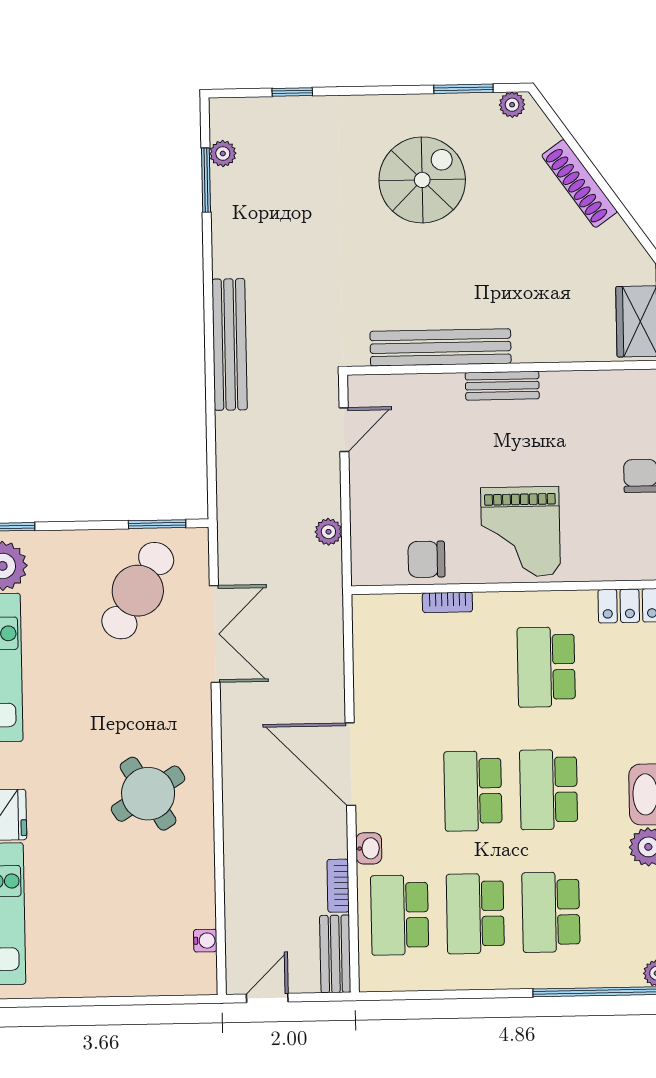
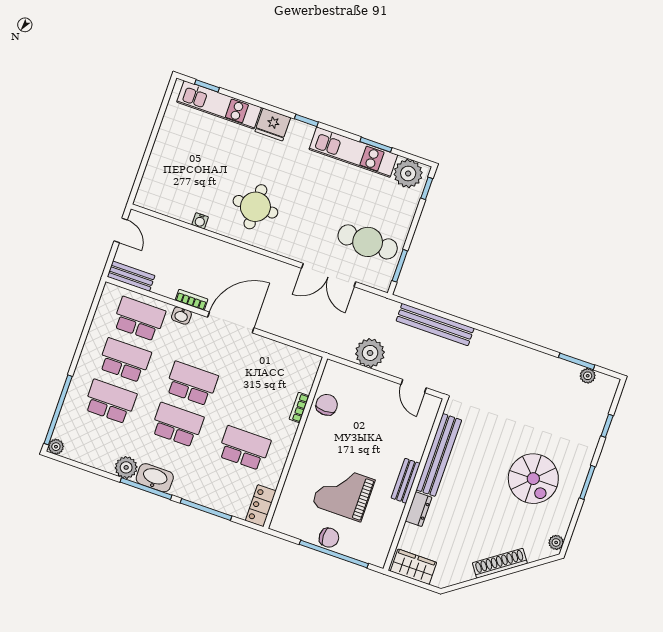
window: (463, 89) -> (587, 482), moved
bench: (230, 344) -> (435, 325), moved
dresser: (541, 348) -> (419, 509), added
plant: (328, 532) -> (370, 353), width x1.87, depth x1.87
grand piano: (521, 532) -> (343, 493), moved
cafe table: (138, 591) -> (368, 242), turned -31
round table: (148, 794) -> (255, 207), turned 32
bookcase: (338, 886) -> (192, 300), moved
water cooler: (205, 941) -> (200, 221), moved

